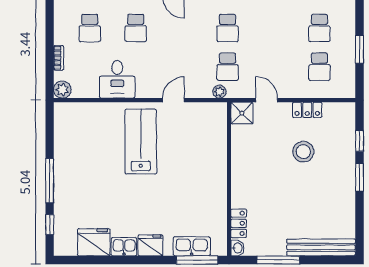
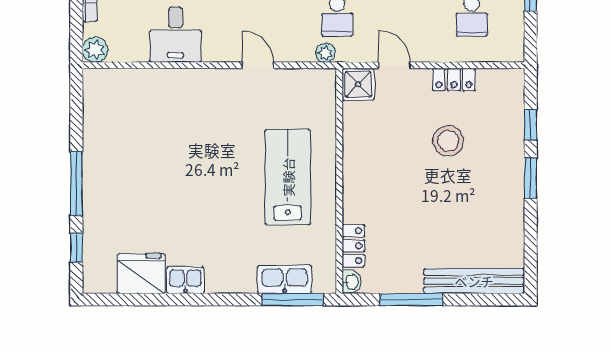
door: (173, 100) -> (258, 65), hinge flipped
lab bench: (141, 142) -> (288, 177), moved
fridge: (150, 245) -> (224, 278), removed

